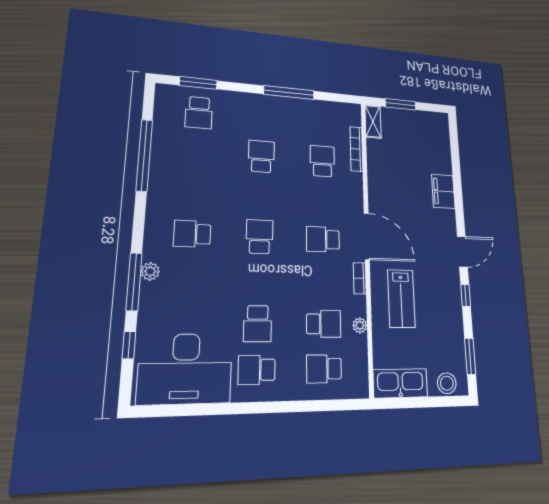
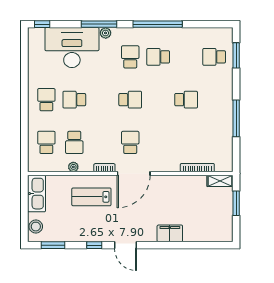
window: (144, 155) -> (158, 24), moved
school desk: (322, 161) -> (158, 57), moved, turned 180
window: (129, 345) -> (42, 24), moved
desk: (185, 369) -> (72, 48), moved, turned 90

